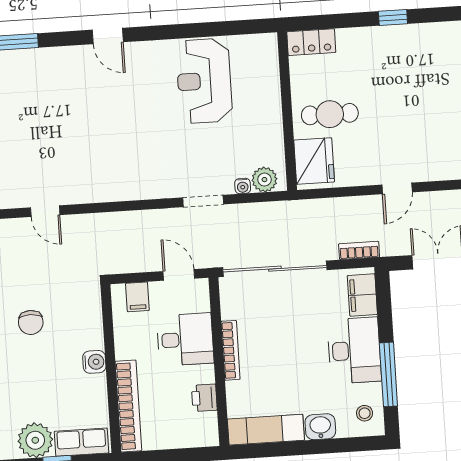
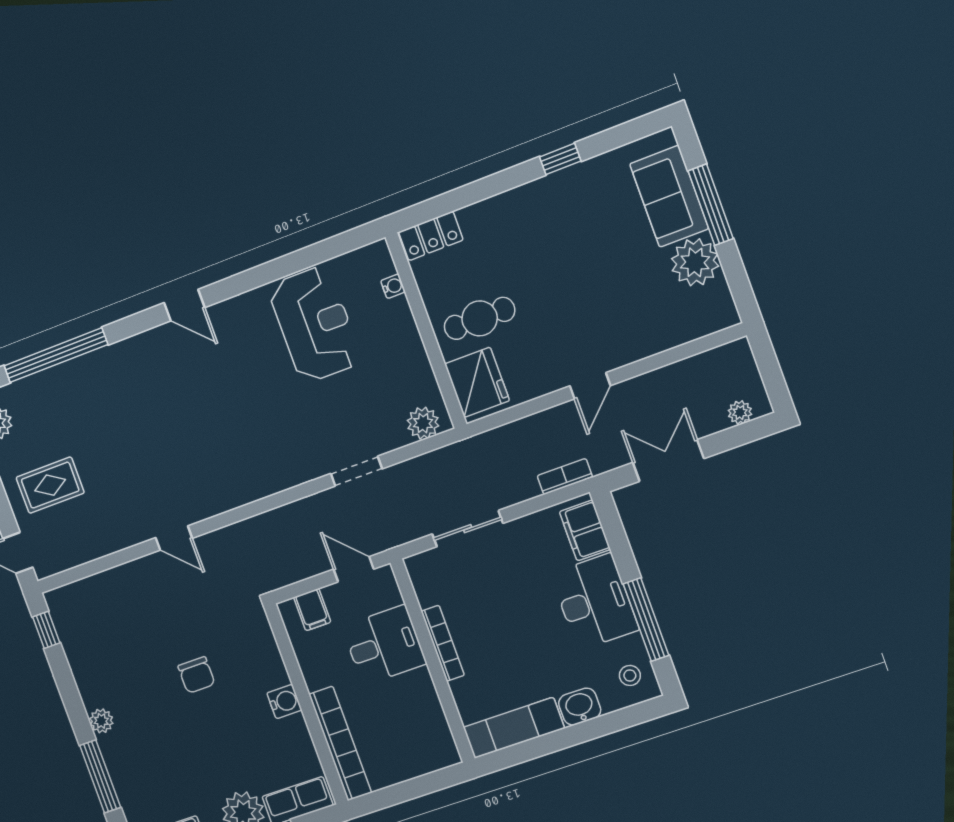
window: (393, 18) -> (560, 159), moved
reception desk: (204, 81) -> (315, 324), turned 180
water cooler: (243, 186) -> (393, 286), moved, turned -90
sliding door: (275, 269) -> (468, 529), width x0.54
printer: (204, 398) -> (428, 709), removed

